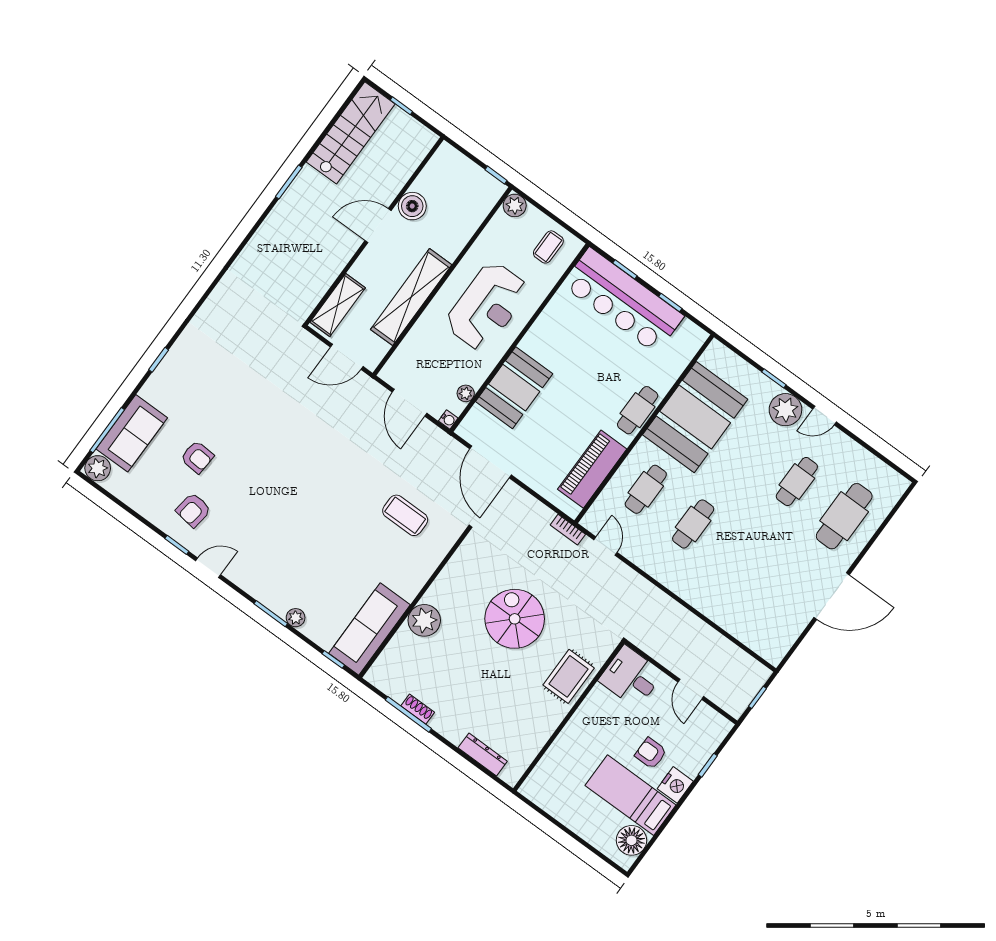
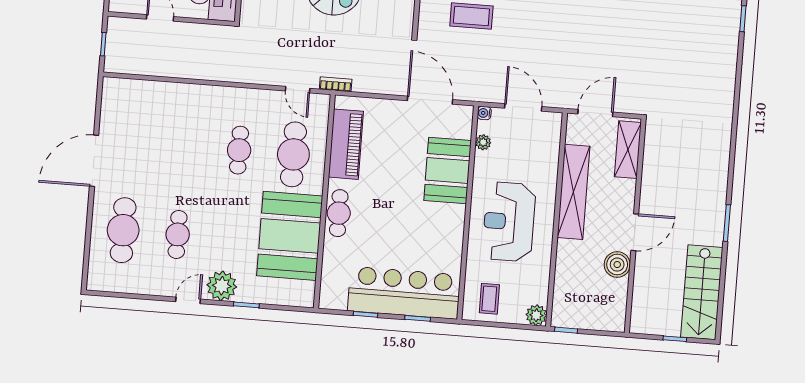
cafe table: (646, 489) -> (293, 154), width x1.37, depth x1.35

